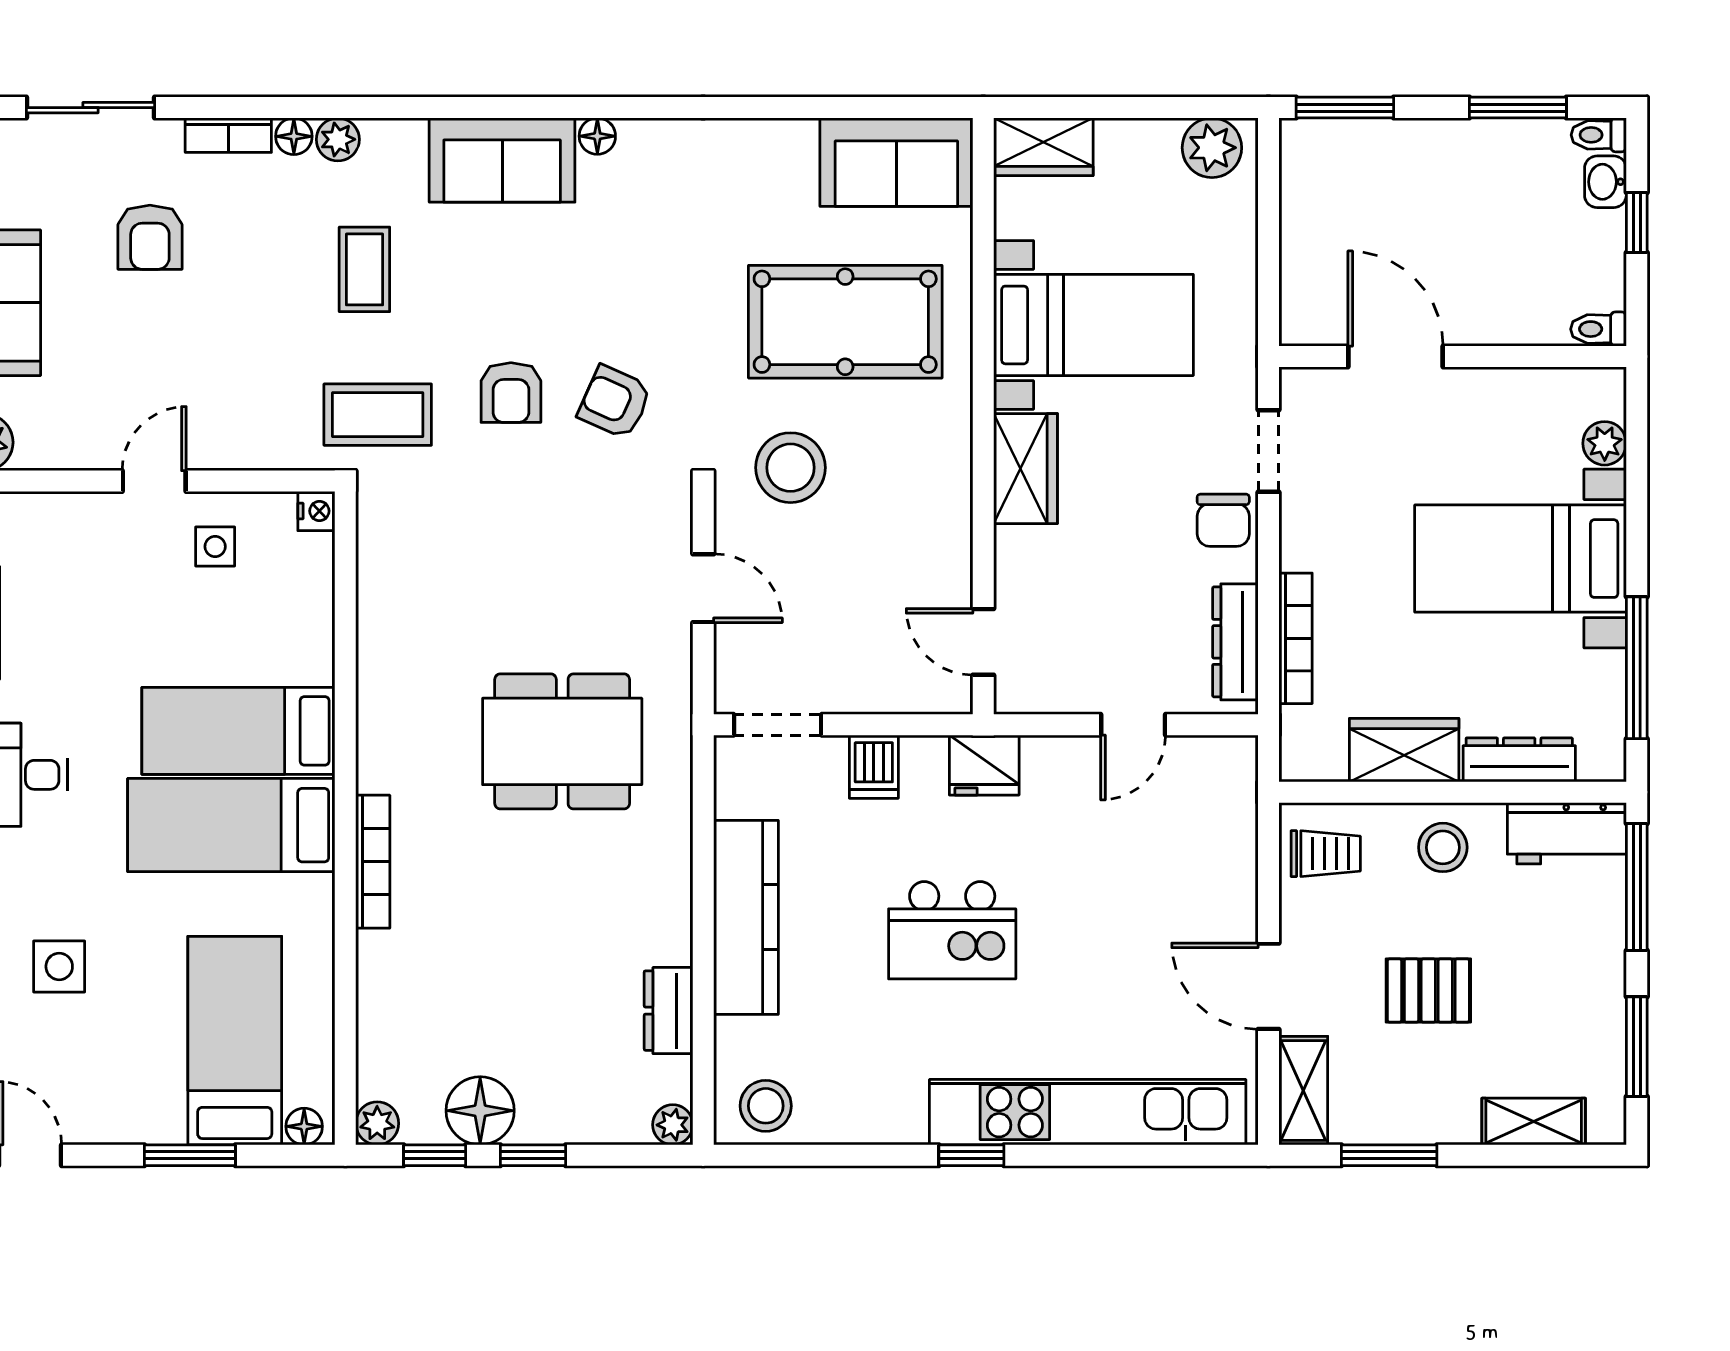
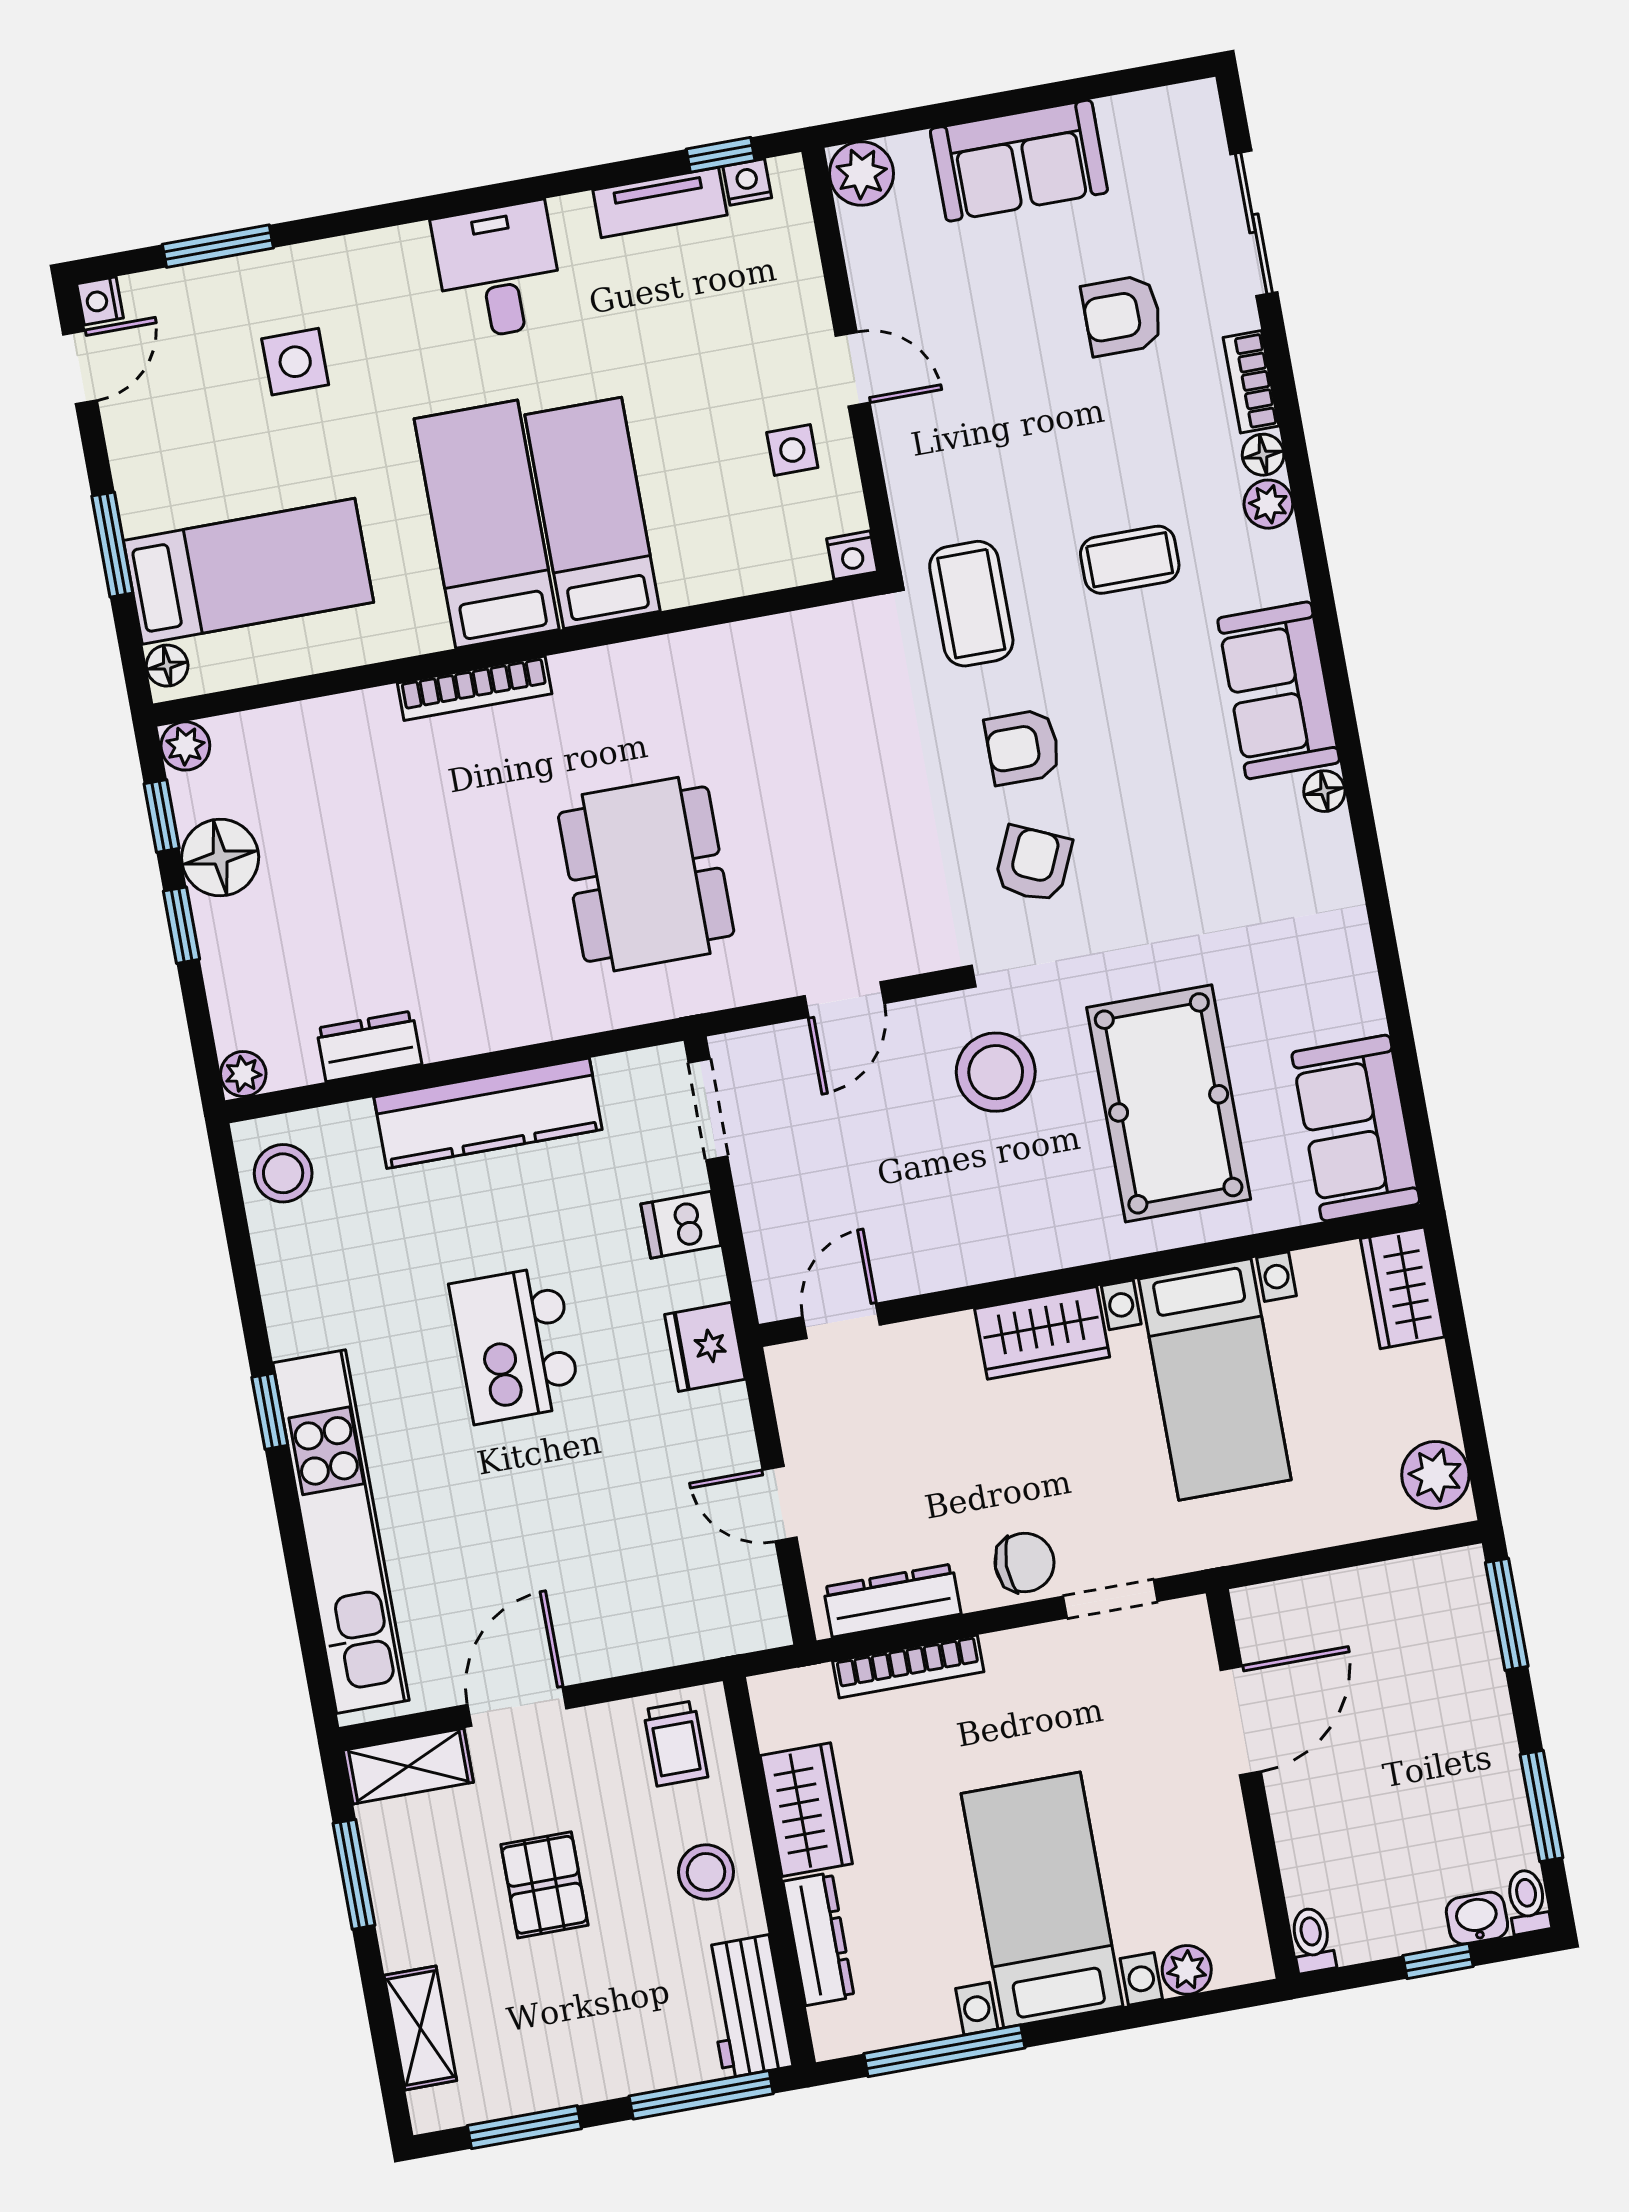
chair: (1223, 520) -> (1025, 1563), turned 180

